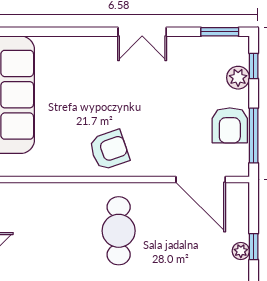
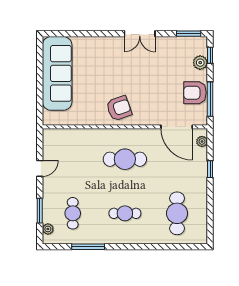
armchair: (230, 125) -> (195, 93), turned 90
cafe table: (119, 231) -> (125, 159), turned 90
plant: (241, 251) -> (202, 141), moved

